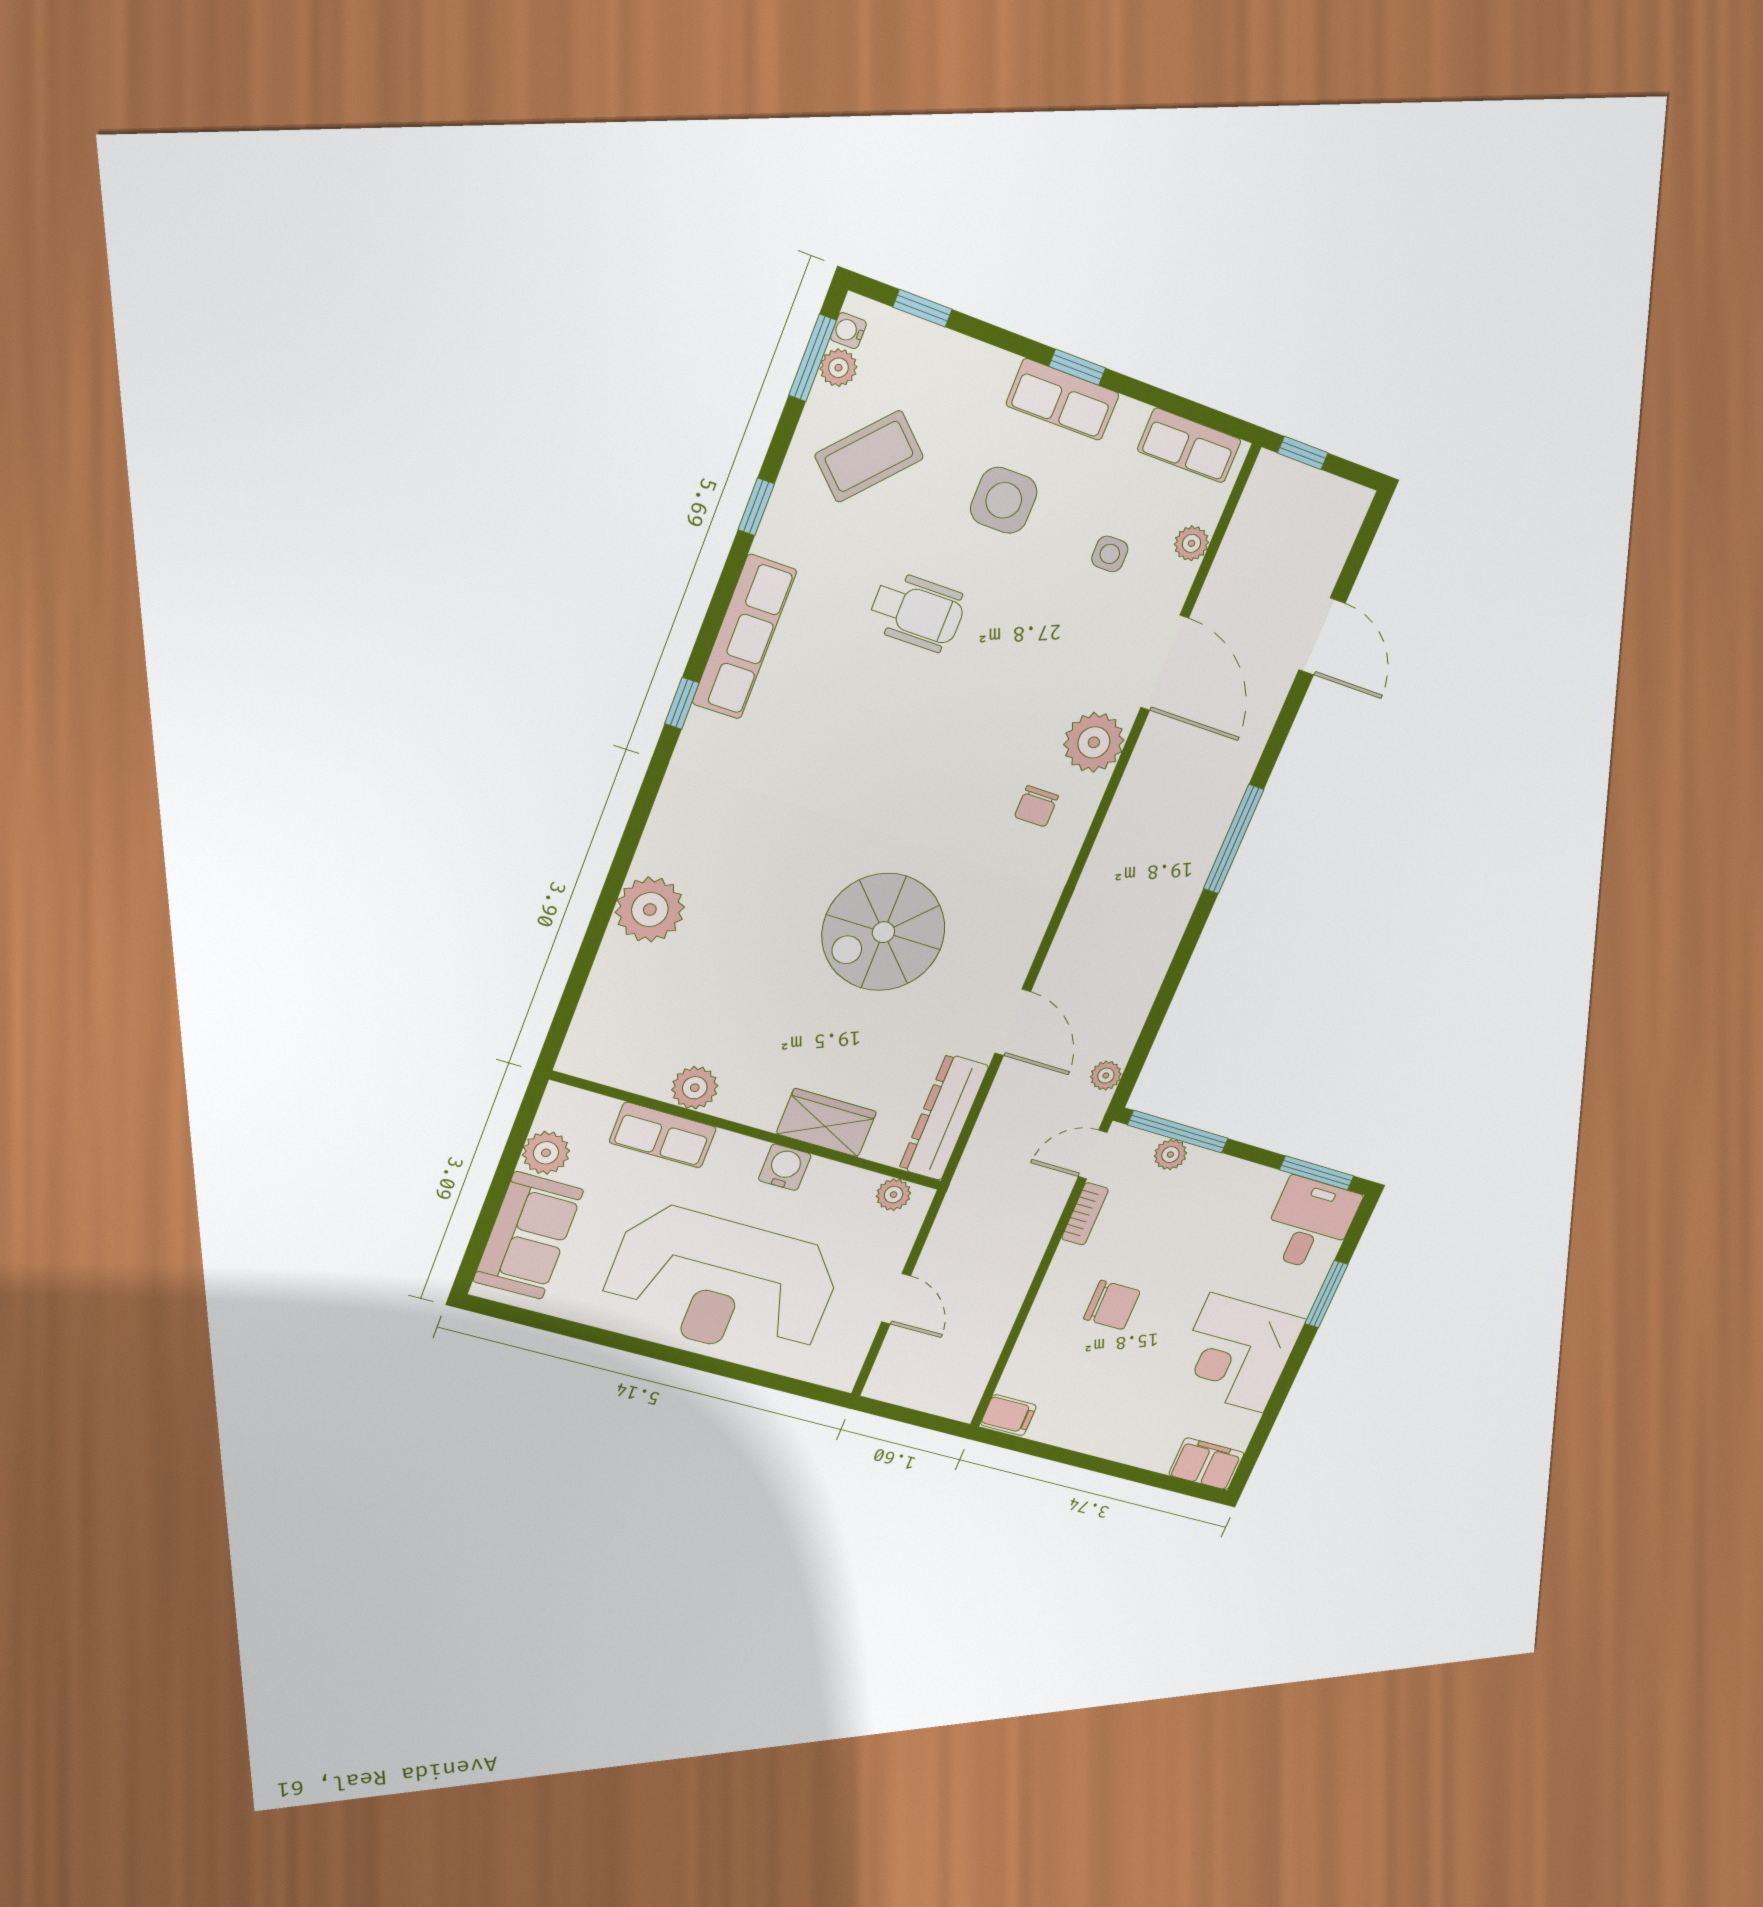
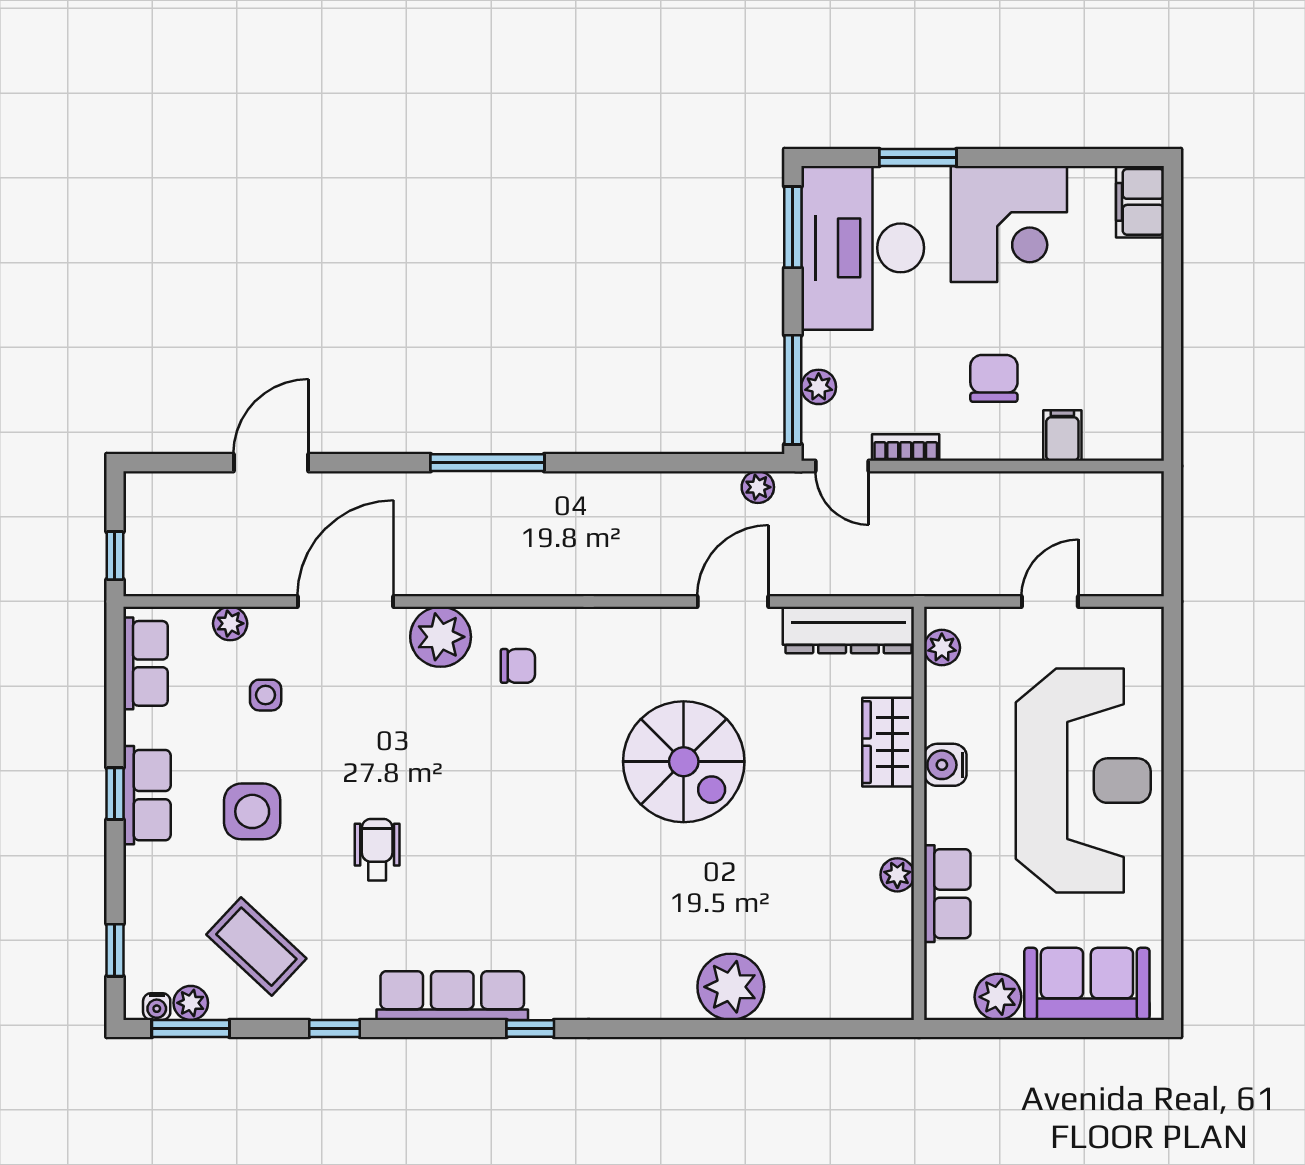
wheelchair: (917, 612) -> (377, 850), width x0.73, depth x0.73
plant: (695, 1088) -> (897, 875), width x0.73, depth x0.73
desk: (1310, 1224) -> (863, 248), width x1.87, depth x1.30
filing cabinet: (1008, 1415) -> (1062, 435), moved

